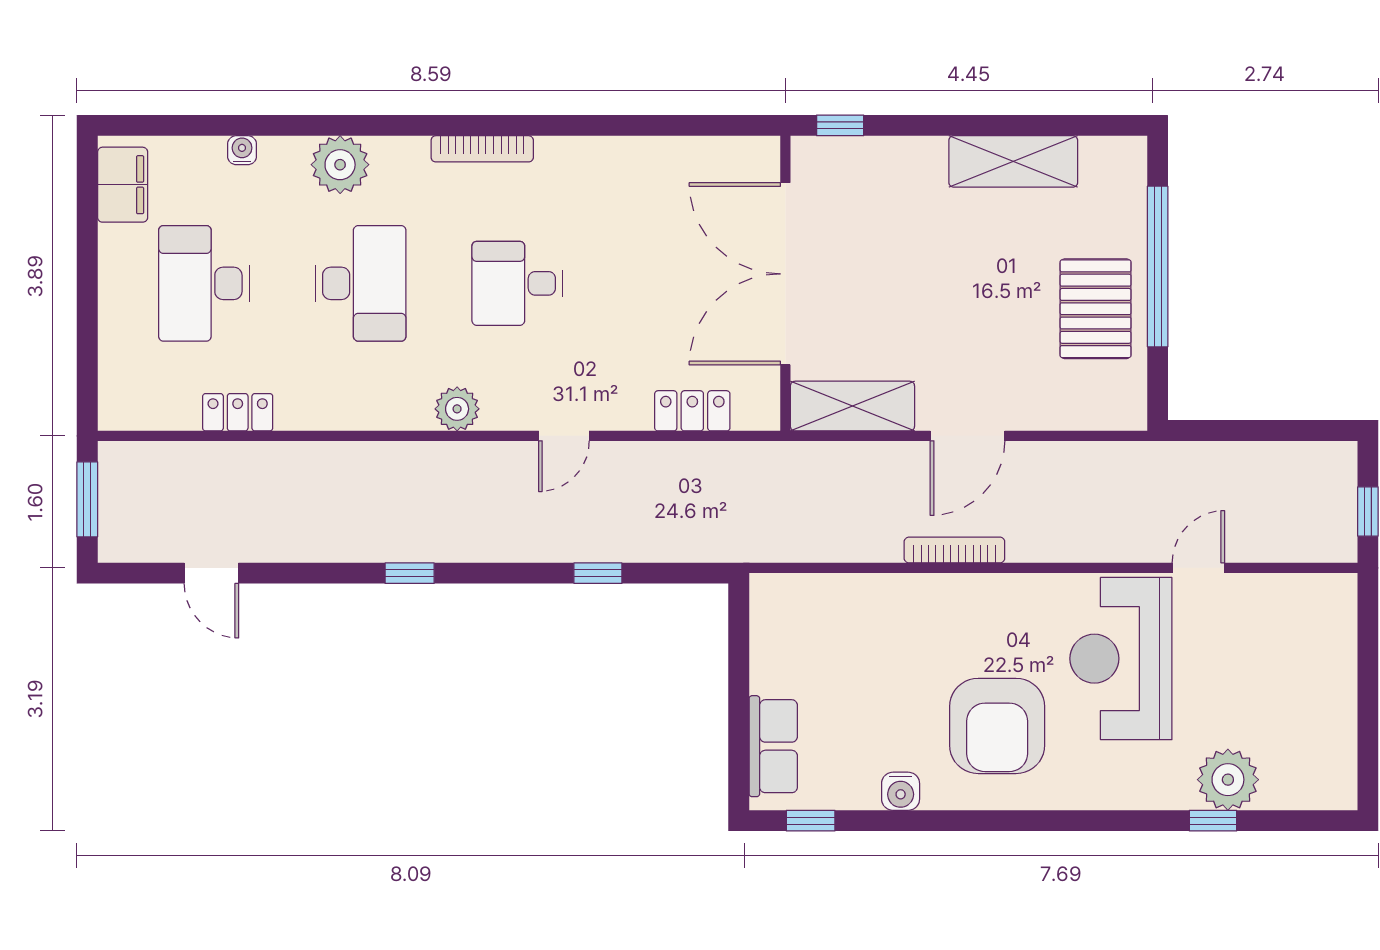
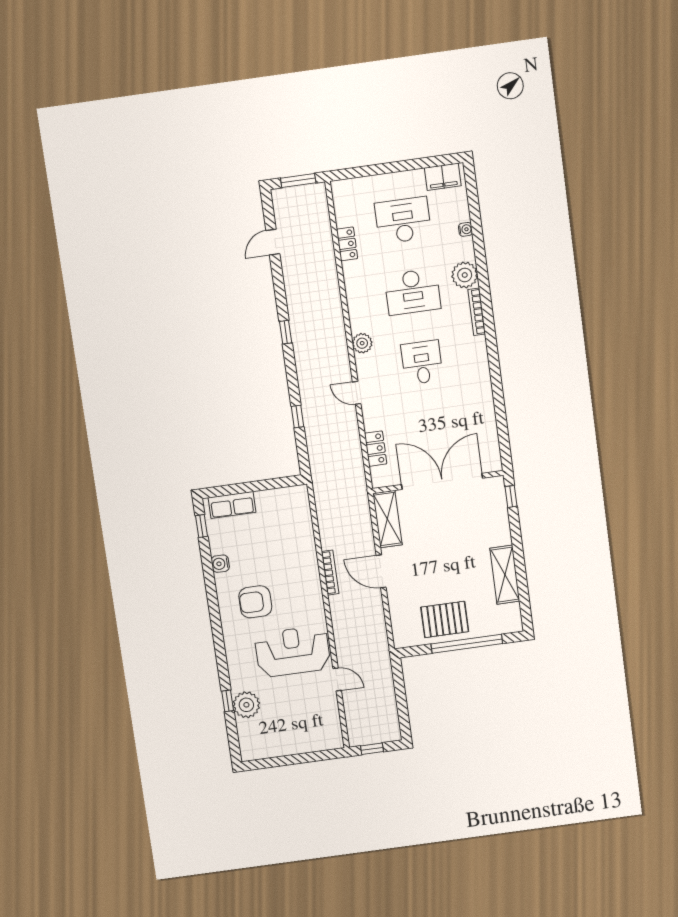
bookcase: (482, 149) -> (477, 312), moved
armchair: (997, 726) -> (255, 602), width x0.73, depth x0.73

